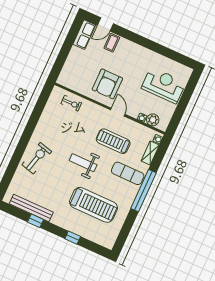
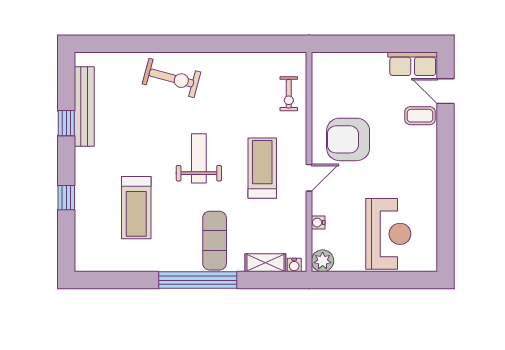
plant: (153, 120) -> (323, 261), moved
treadmill: (113, 141) -> (262, 168), moved
treadmill: (94, 205) -> (136, 208), width x0.73, depth x0.73

